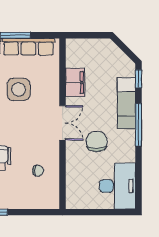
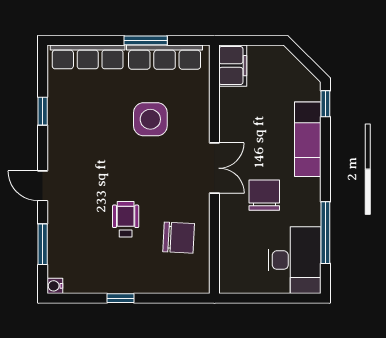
filing cabinet: (75, 82) -> (233, 66), moved
window: (139, 125) -> (325, 233), moved
chair: (38, 171) -> (179, 238), width x1.87, depth x1.87

